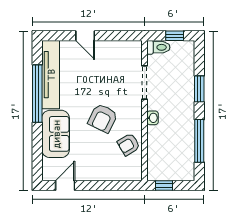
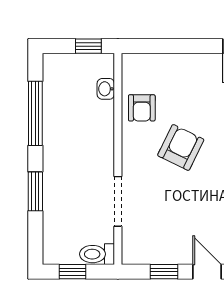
window: (114, 36) -> (164, 272), added
washbasin: (153, 118) -> (106, 89), moved
armchair: (129, 144) -> (142, 108), turned 121

